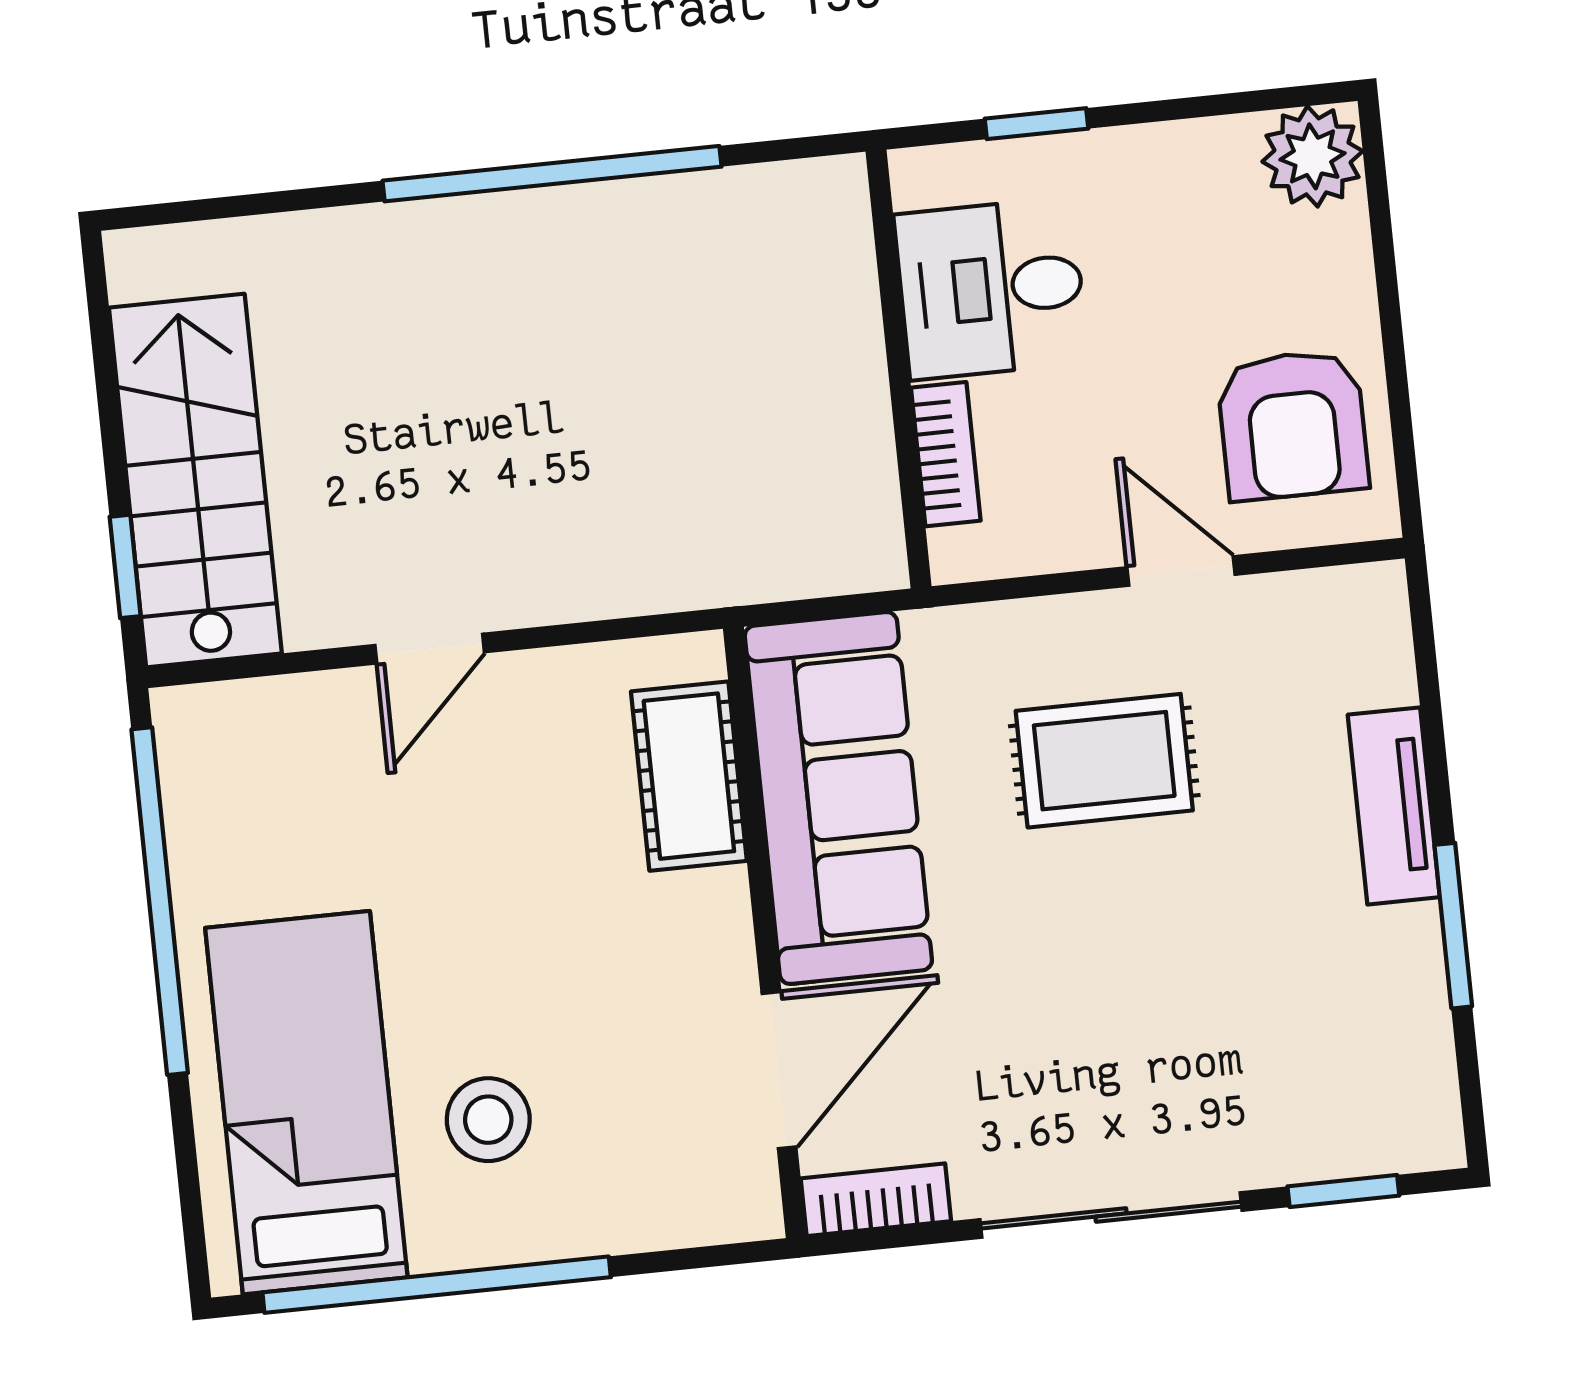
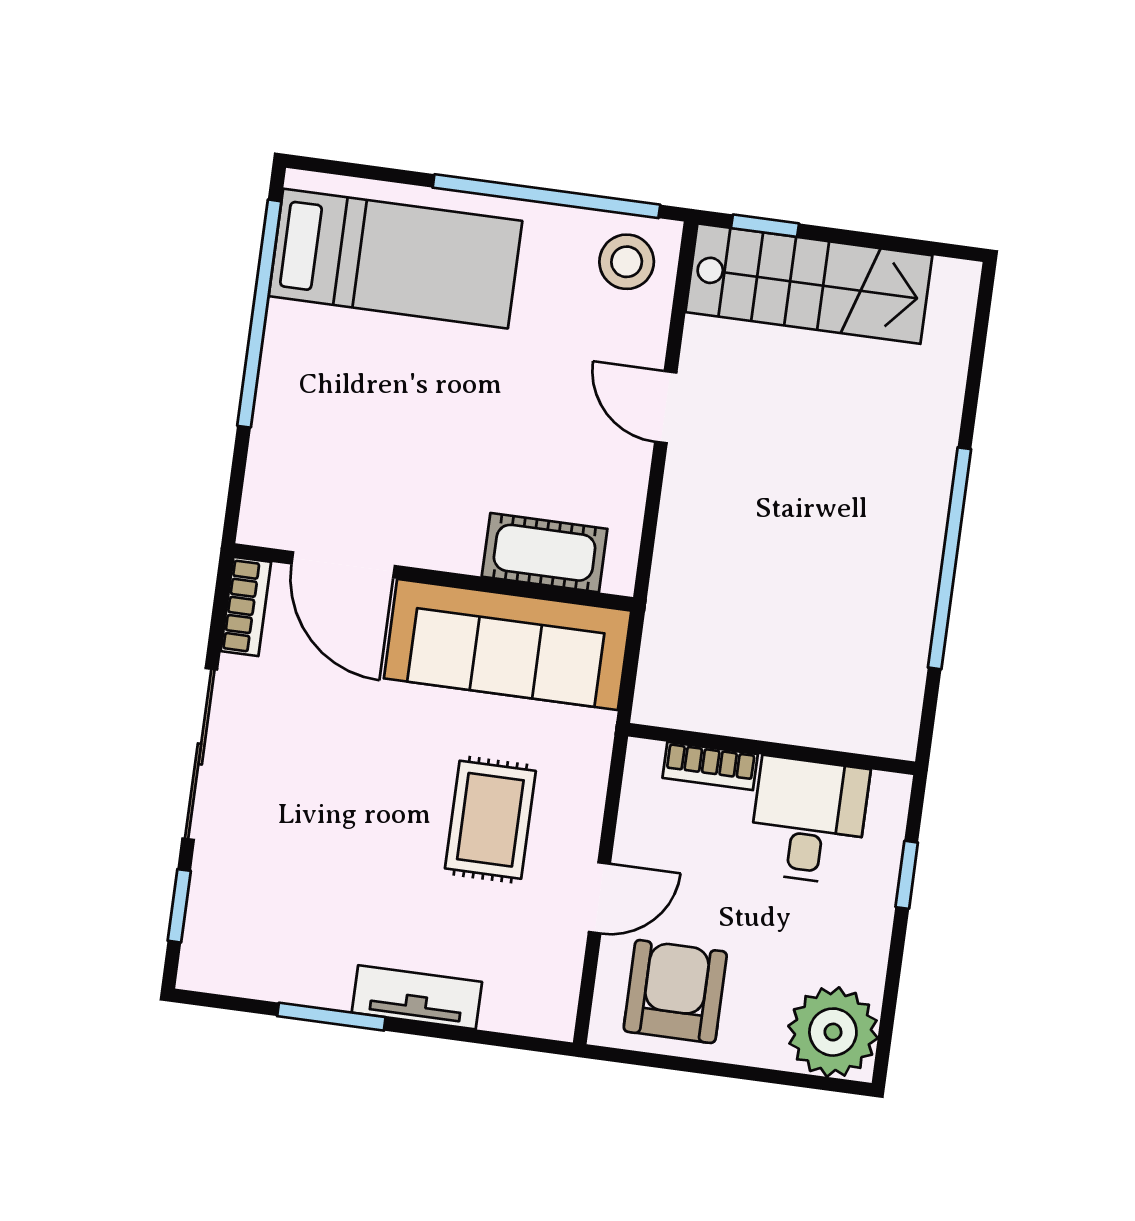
plant: (1312, 156) -> (833, 1032), width x1.36, depth x1.36
armchair: (1293, 425) -> (675, 992), turned 90
stool: (488, 1120) -> (627, 262), moved

